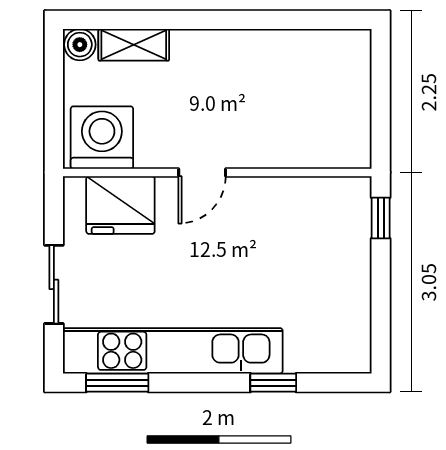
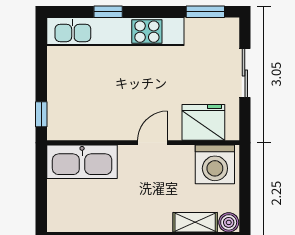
kitchen sink: (315, 142) -> (82, 162), added
kitchen unit: (173, 351) -> (115, 32), moved

